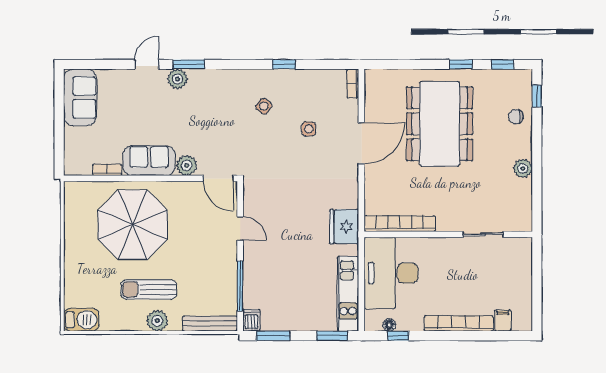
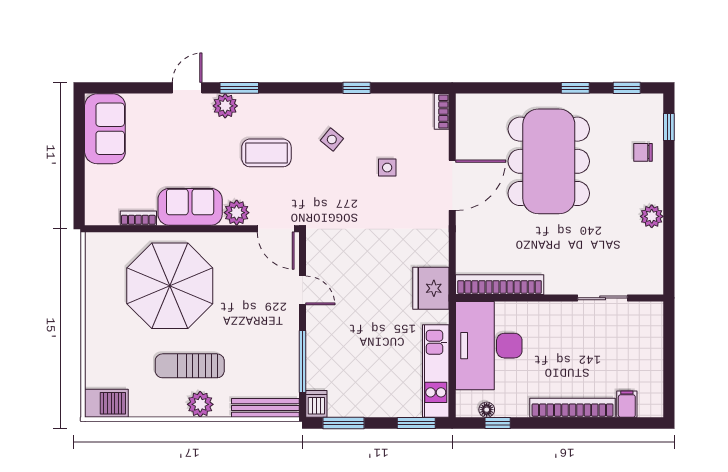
coffee table: (211, 117) -> (266, 153), added

